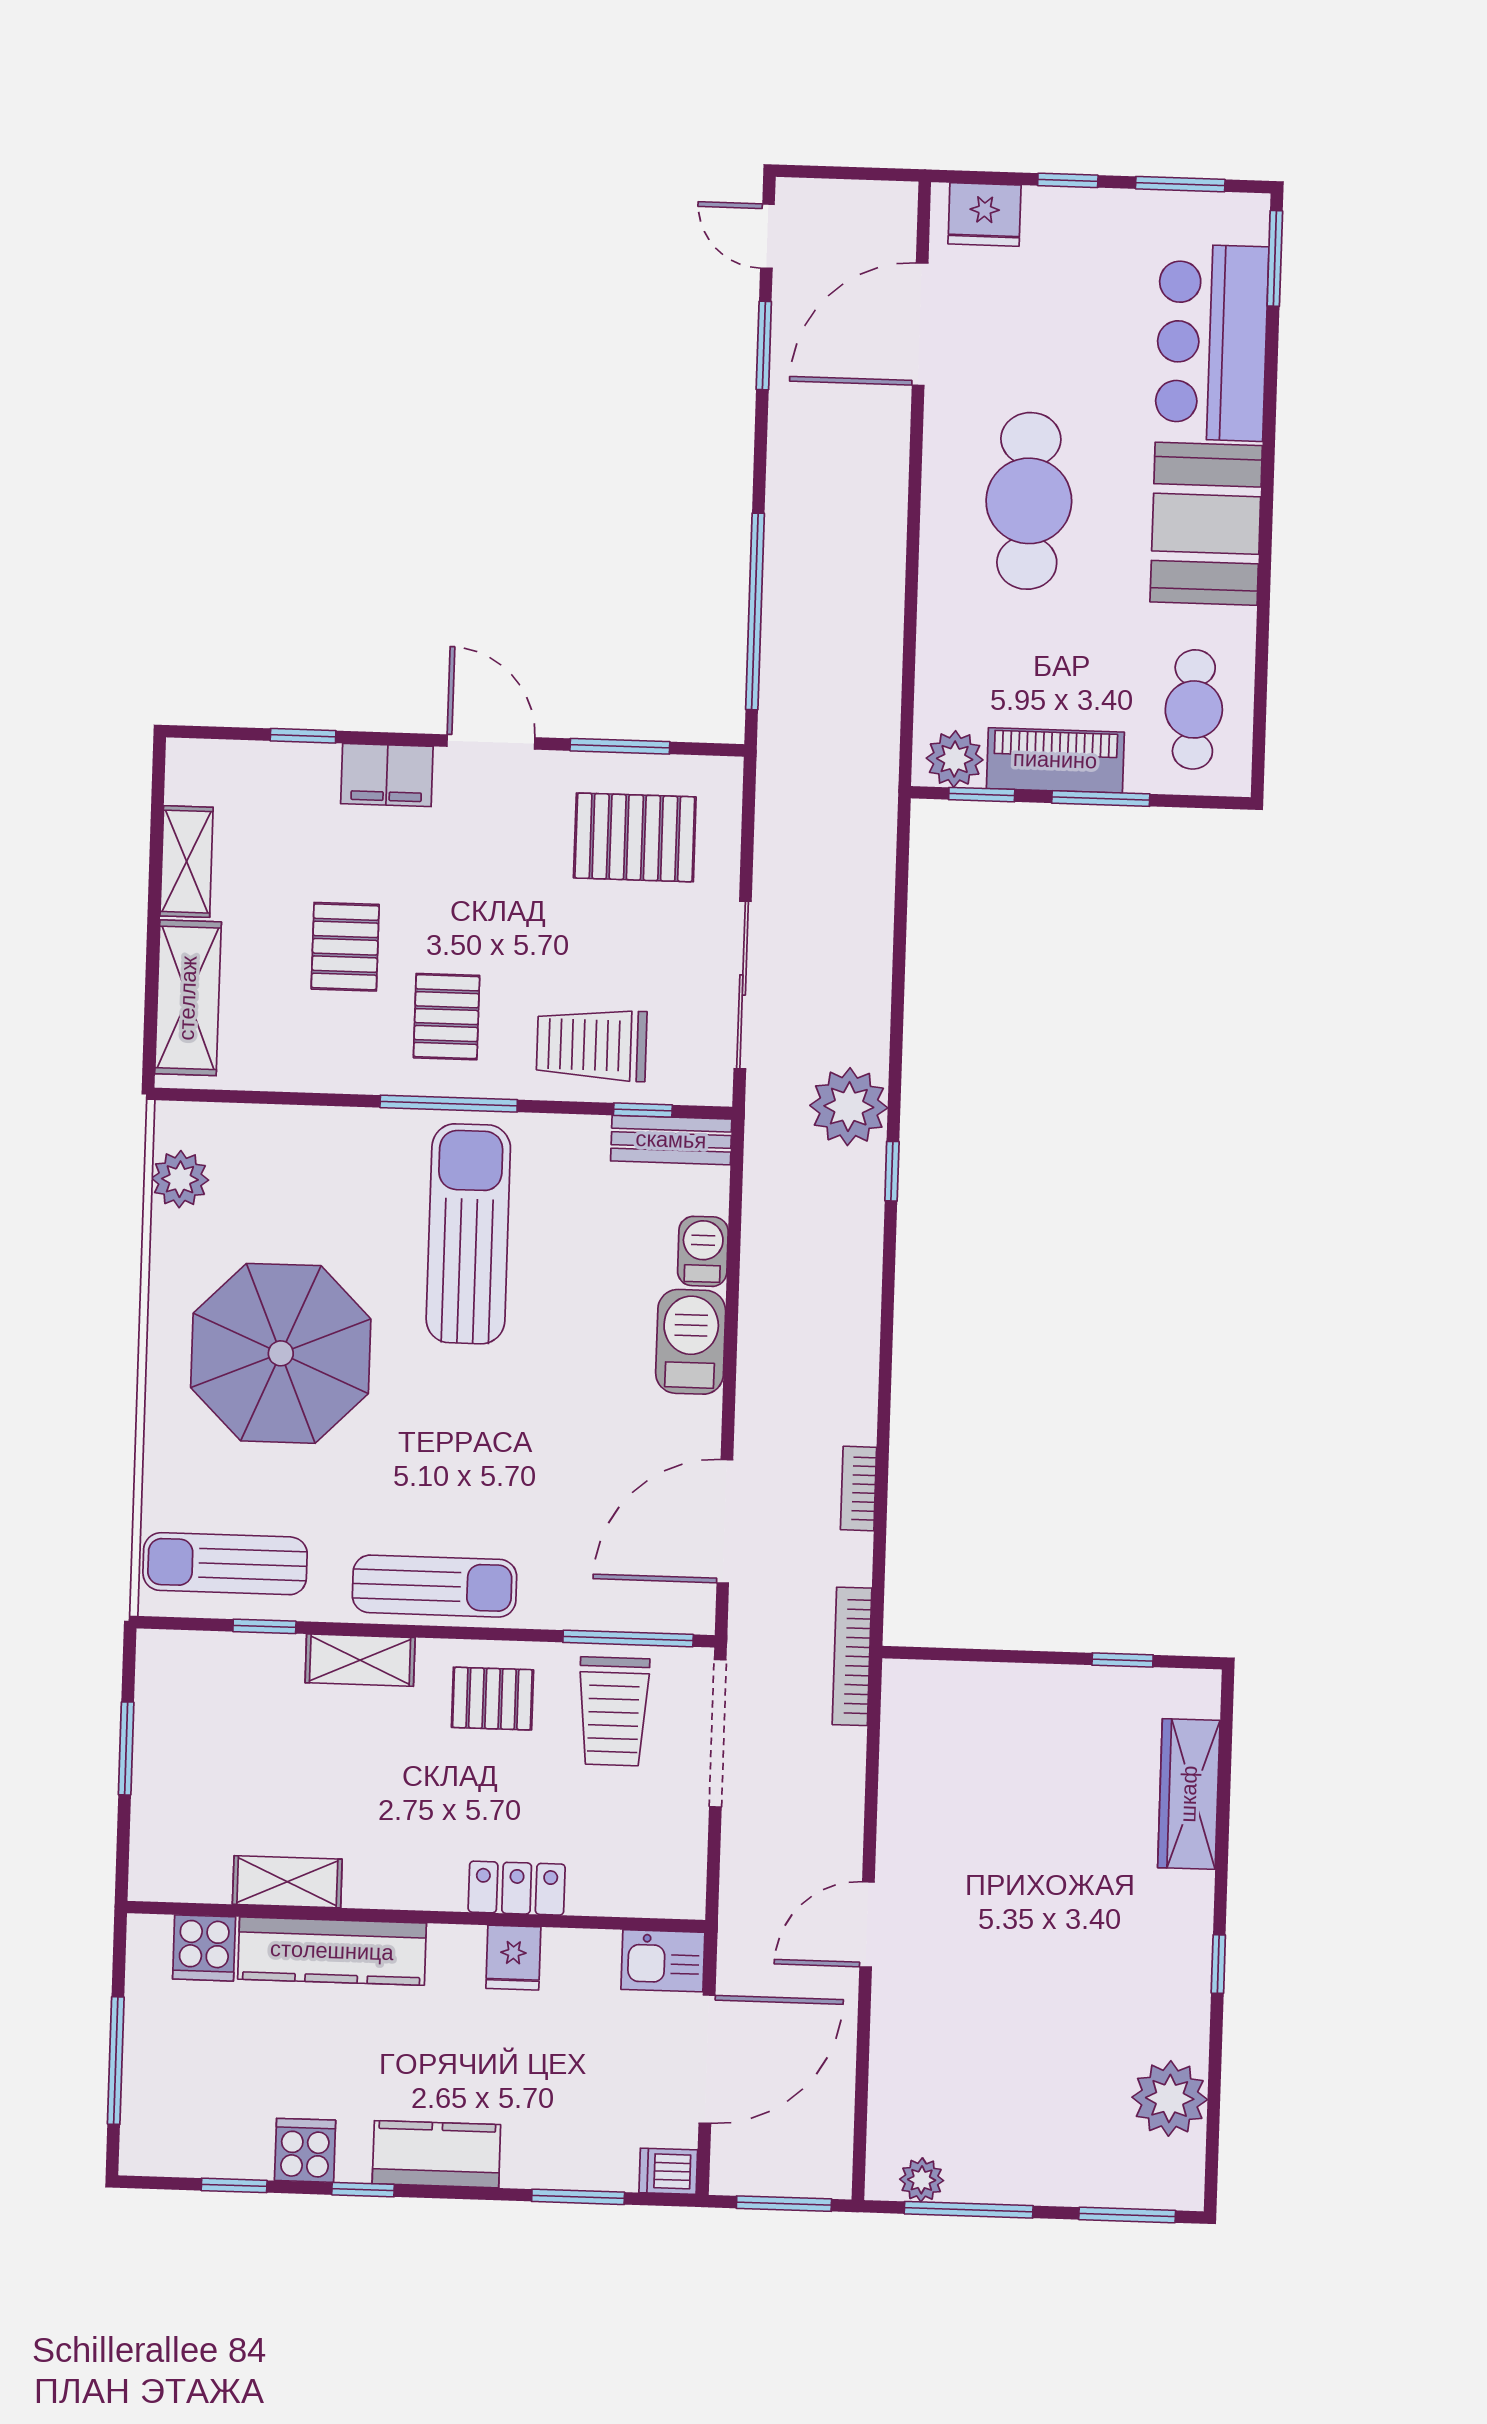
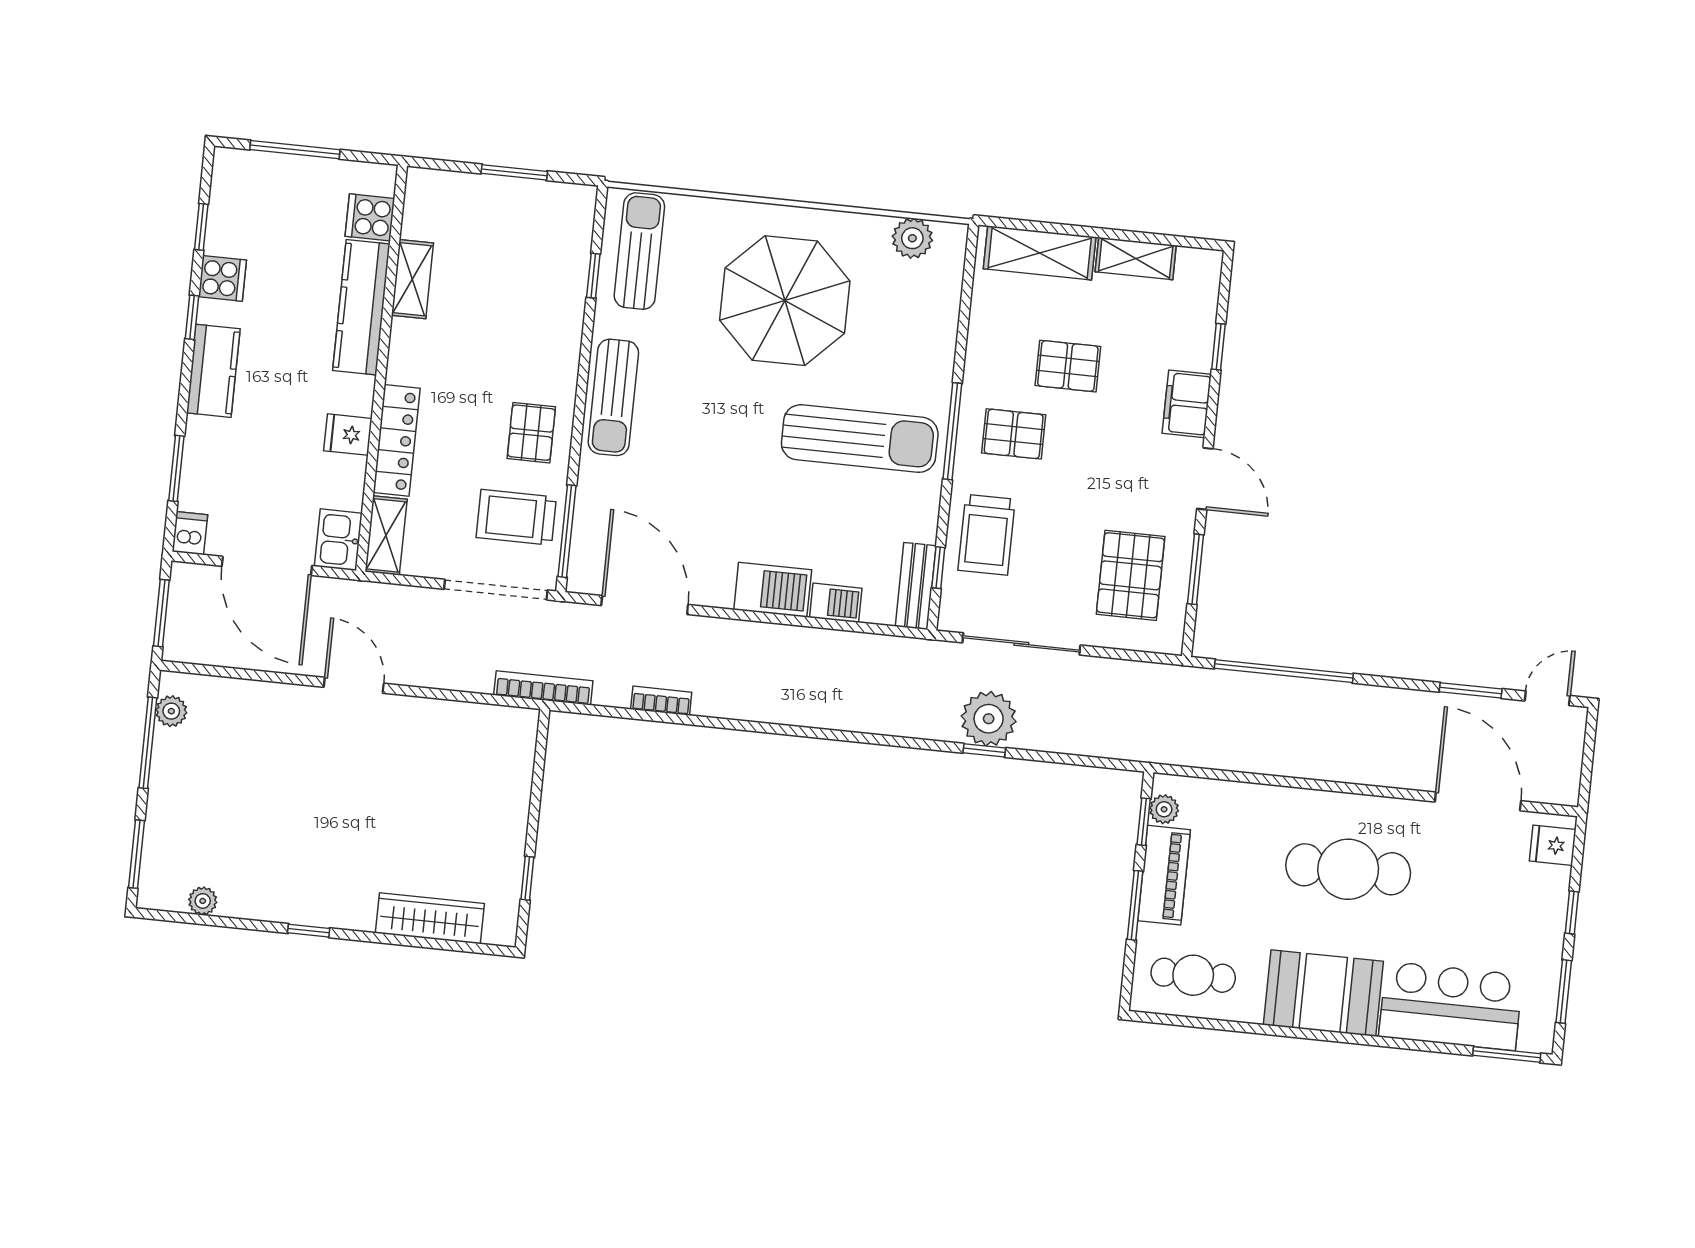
fridge: (985, 215) -> (1553, 845), width x0.72
door: (491, 742) -> (1205, 479), hinge flipped
plant: (955, 759) -> (1164, 809), width x0.73, depth x0.73
trolley: (592, 1045) -> (987, 535), turned 180
plant: (849, 1107) -> (989, 719), moved
window: (892, 1171) -> (984, 750), moved
shelving: (360, 1660) -> (386, 535), moved
locker: (517, 1888) -> (397, 440), width x1.53
plant: (1170, 2098) -> (203, 901), width x0.53, depth x0.53

